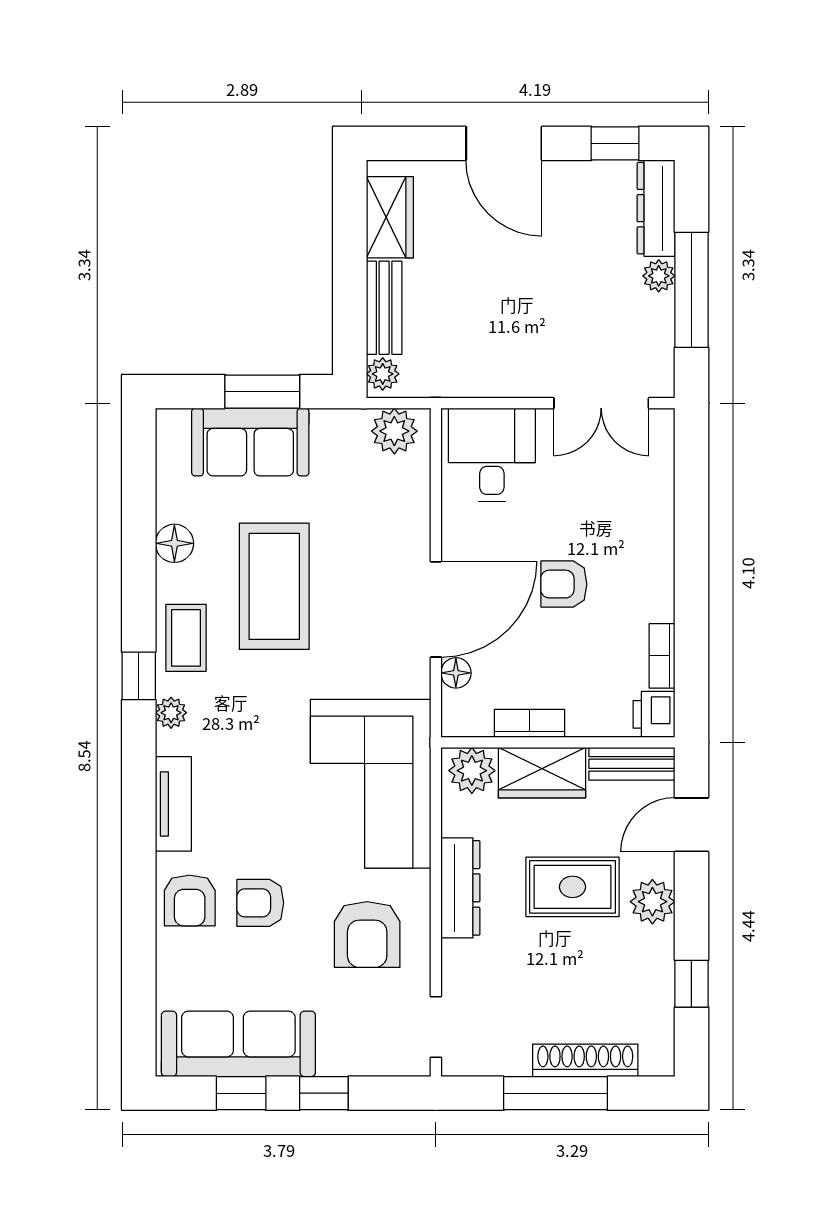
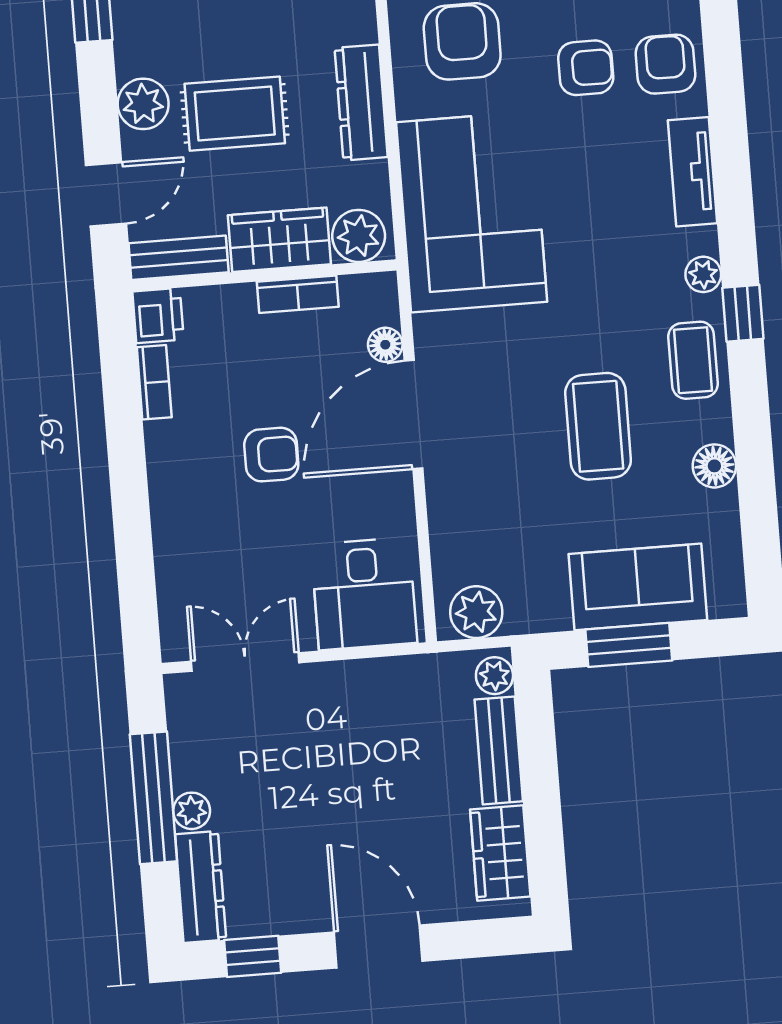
coffee table: (274, 586) -> (598, 426), width x0.73, depth x0.76

